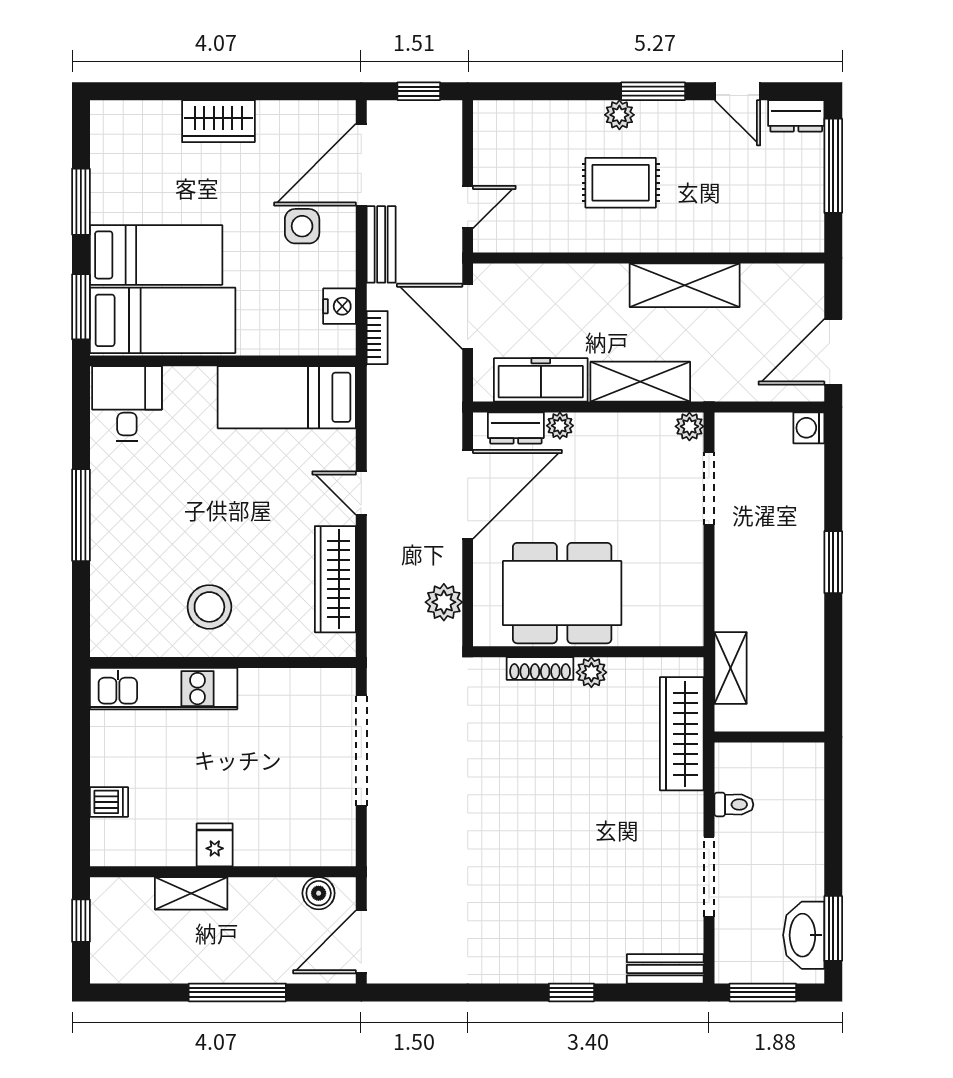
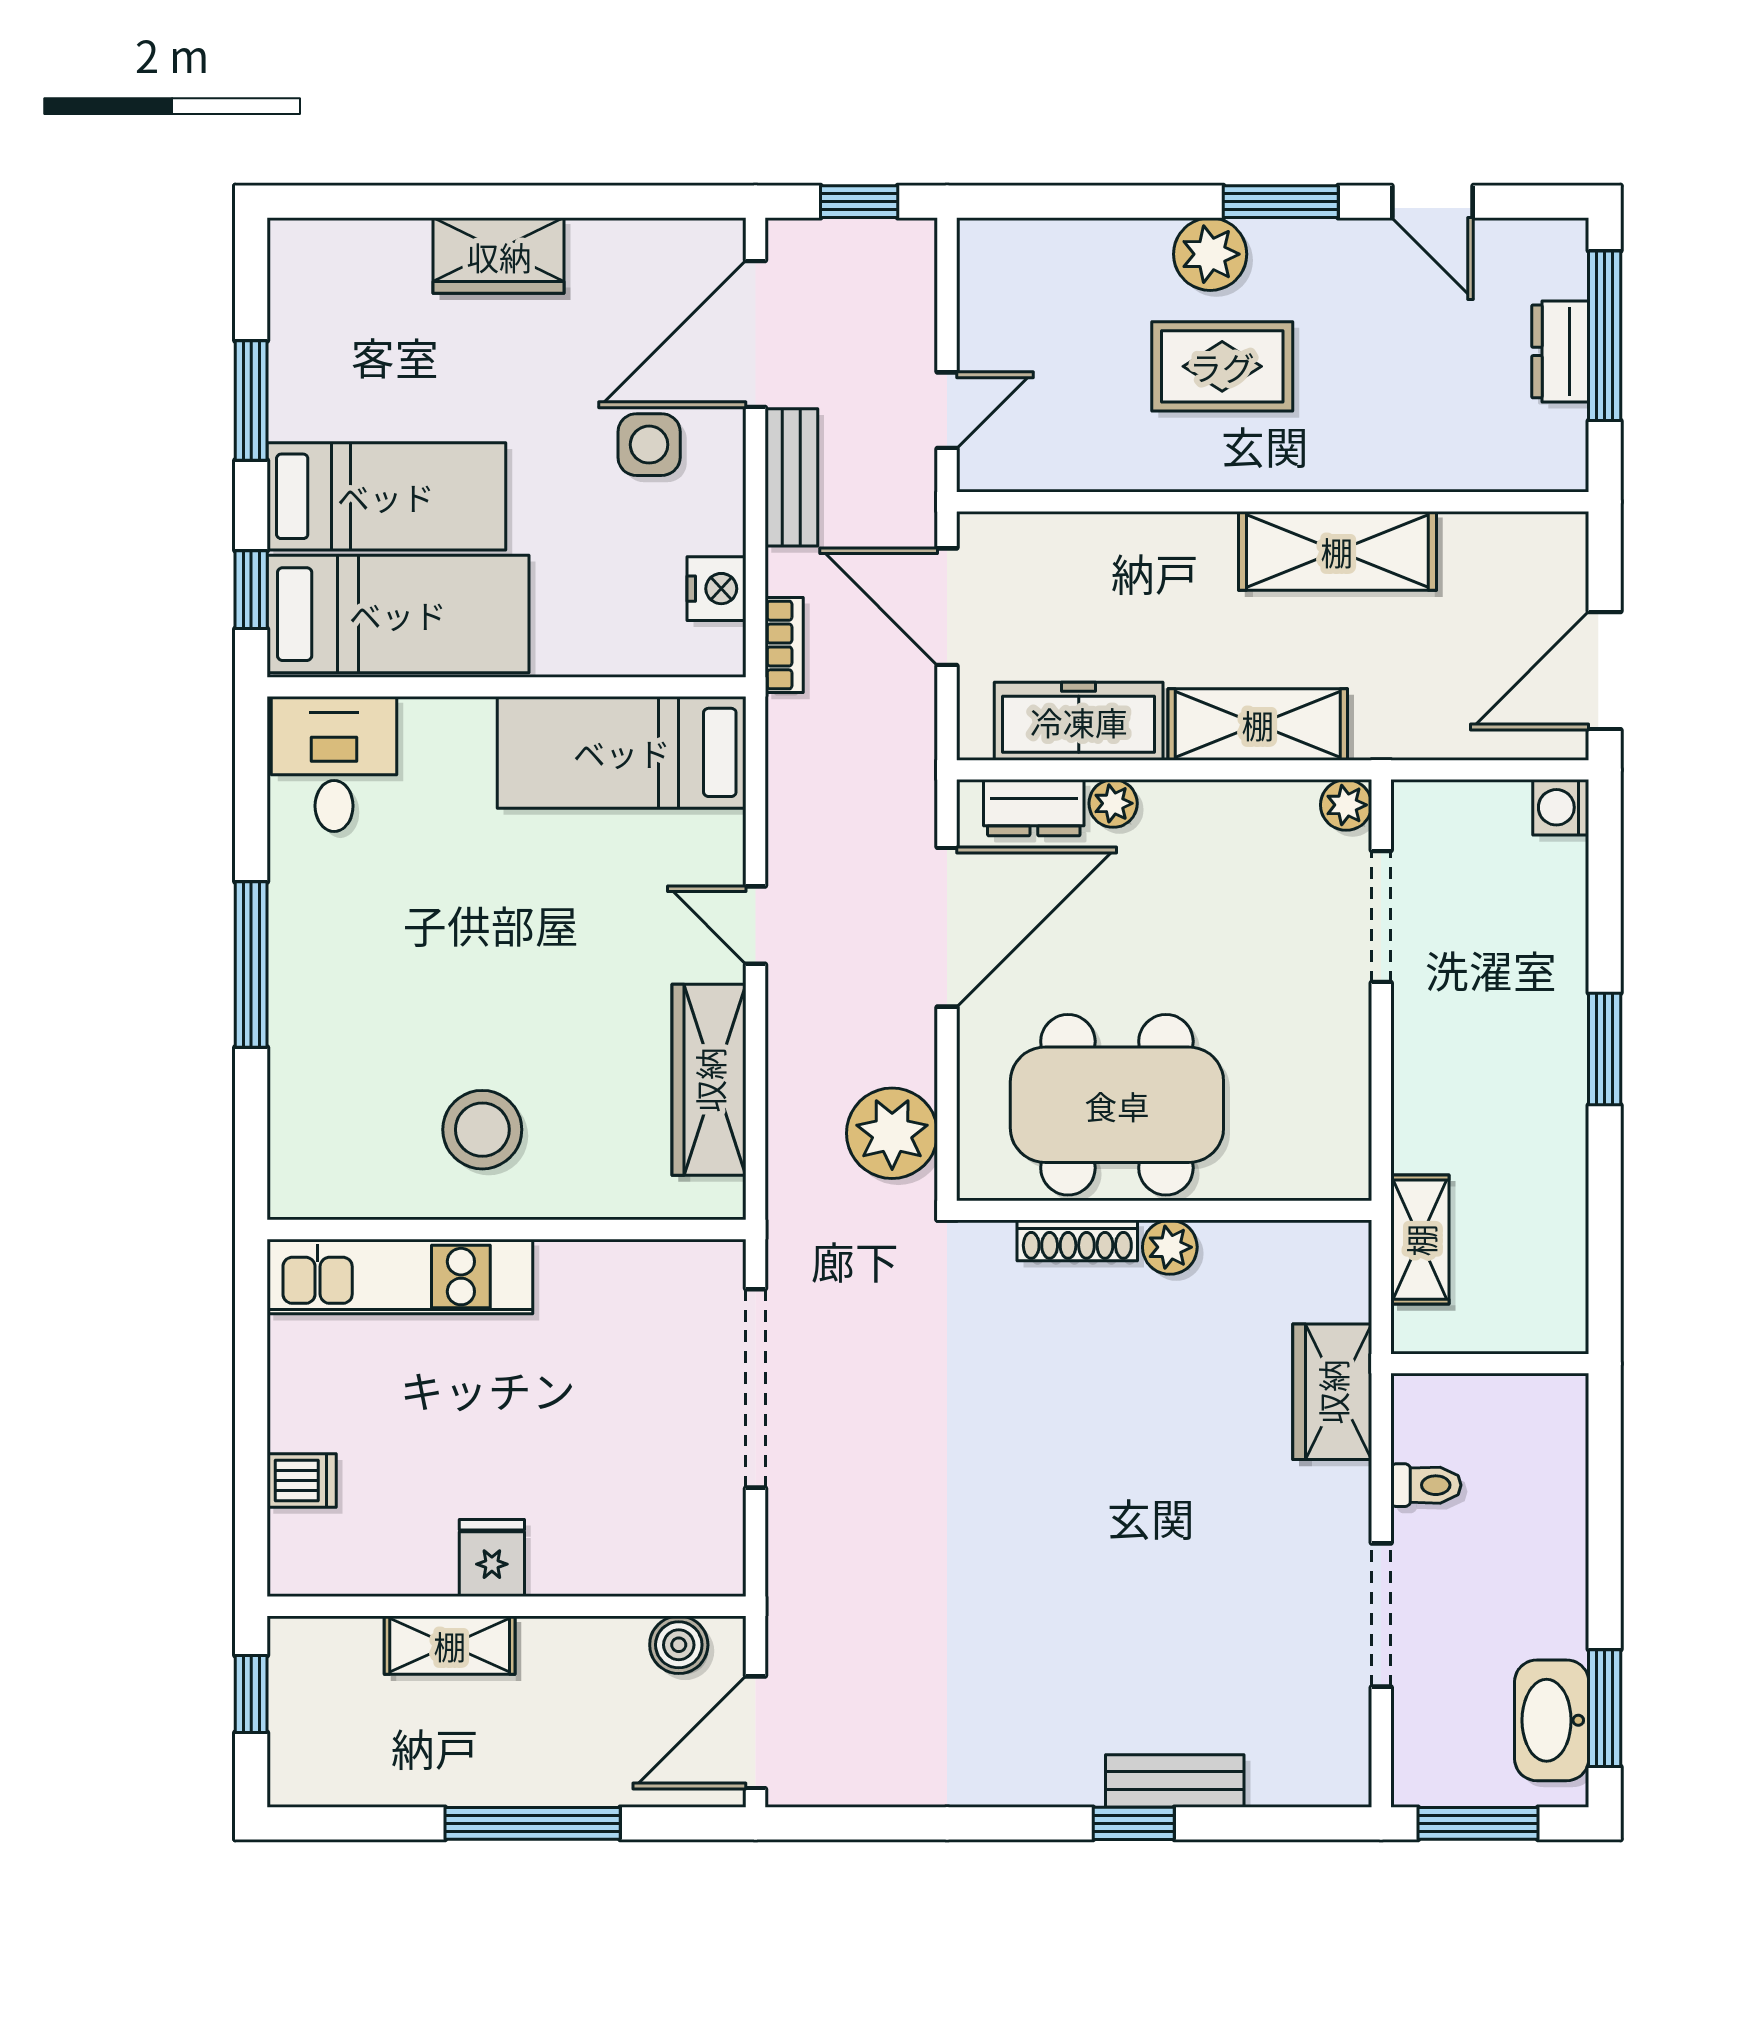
plant: (619, 115) -> (1210, 254), width x1.38, depth x1.38
dresser: (796, 116) -> (1560, 351), moved, turned 90
window: (81, 307) -> (251, 590), width x0.67
plant: (444, 602) -> (892, 1133), width x1.36, depth x1.36
wardrobe: (682, 734) -> (1332, 1392), width x0.67
bench: (665, 969) -> (1175, 1781), moved

